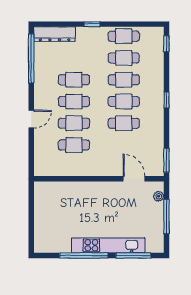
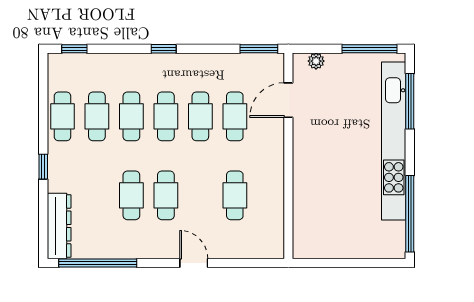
cafe table: (74, 123) -> (235, 116), moved
window: (166, 217) -> (369, 49), moved
kitchen unit: (108, 245) -> (394, 141), width x1.36
window: (84, 255) -> (410, 214), moved

